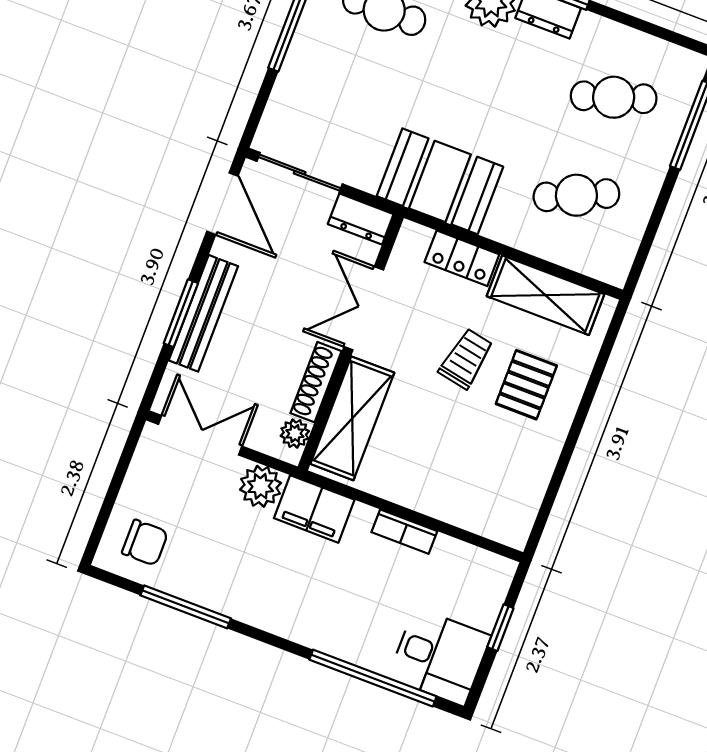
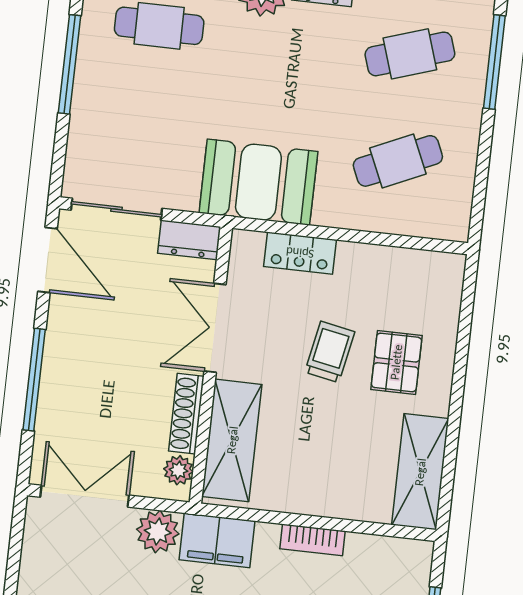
shelving: (545, 295) -> (420, 472), moved, turned 90
window: (181, 313) -> (34, 380), width x1.44
bench: (203, 313) -> (57, 374), removed

